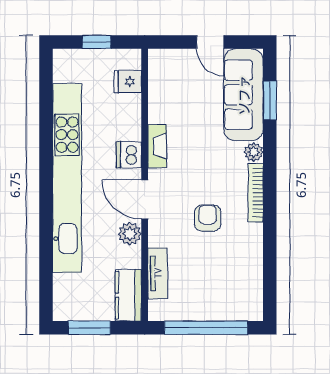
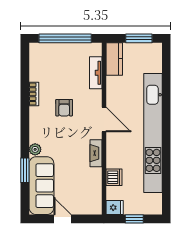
fridge: (128, 82) -> (115, 208), moved
window: (270, 100) -> (25, 170), moved
dishwasher: (129, 155) -> (114, 177), moved
bookcase: (256, 193) -> (34, 94), moved, width x0.64
plant: (130, 234) -> (113, 98), removed

